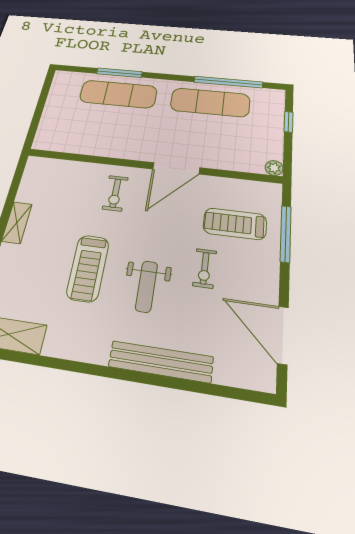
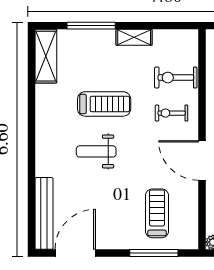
treadmill: (88, 268) -> (104, 104), turned 180
exercise bike: (205, 268) -> (176, 78), moved, width x1.38, depth x1.39
bench: (161, 362) -> (44, 213), moved

